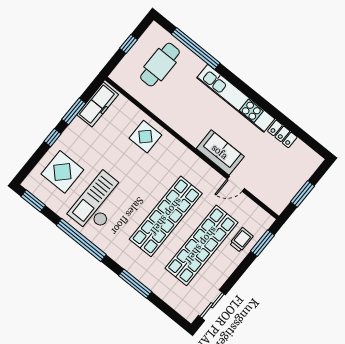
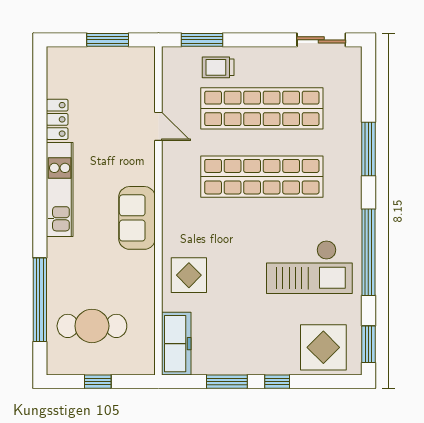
kitchen unit: (236, 98) -> (60, 190), width x0.73
freezer: (98, 105) -> (176, 344), moved, turned 90
sofa: (220, 152) -> (137, 218), moved
display table: (62, 172) -> (323, 347), moved

